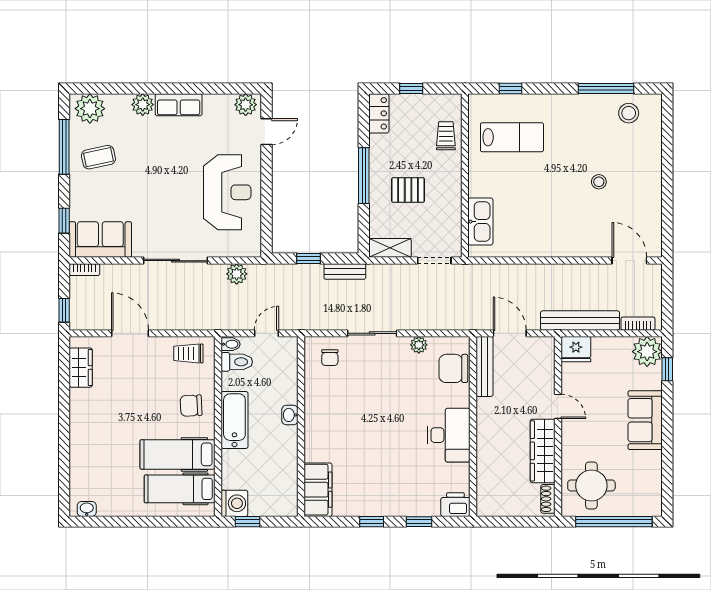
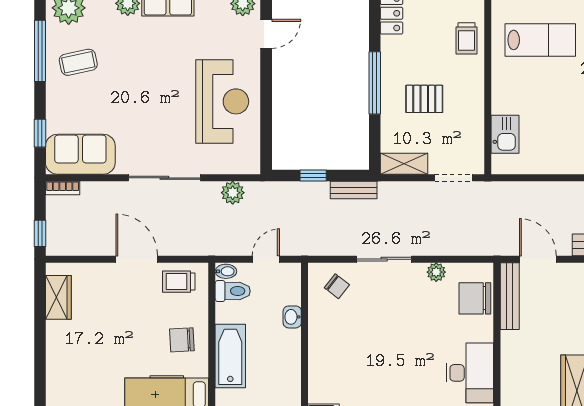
trolley: (446, 136) -> (467, 38), turned 180
kitchen sink: (480, 222) -> (505, 134), width x0.73
door: (130, 333) -> (137, 259), moved
chair: (330, 358) -> (337, 286), turned -52
washbasin: (290, 415) -> (292, 317), moved

